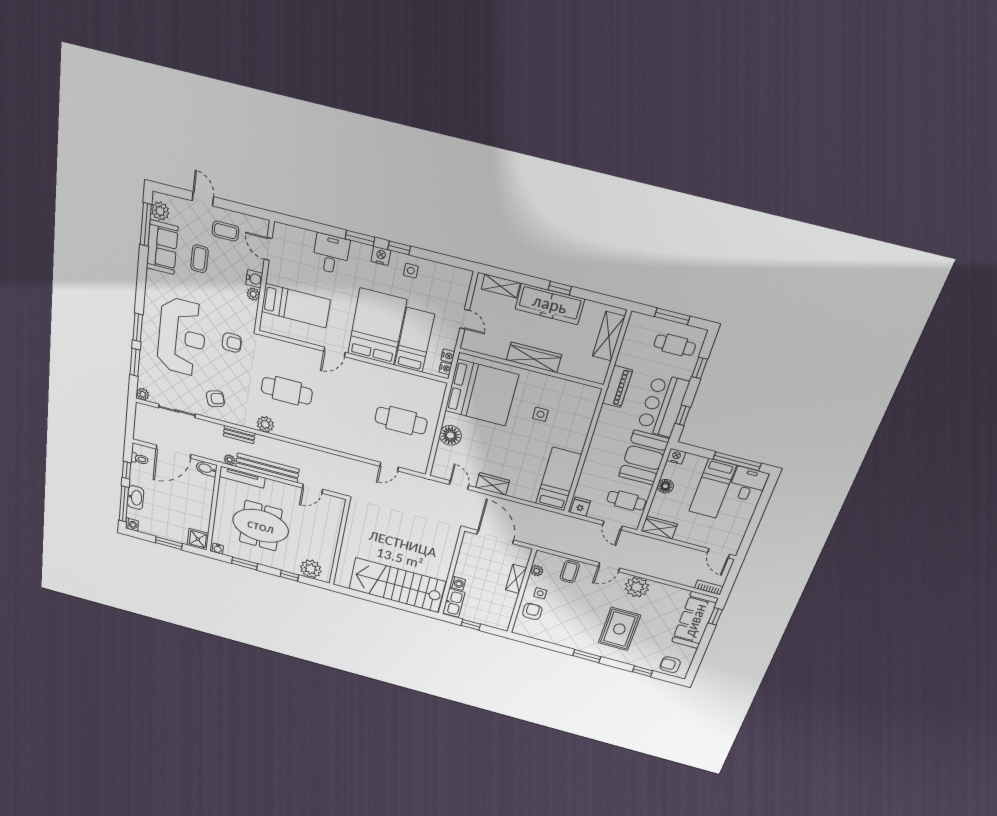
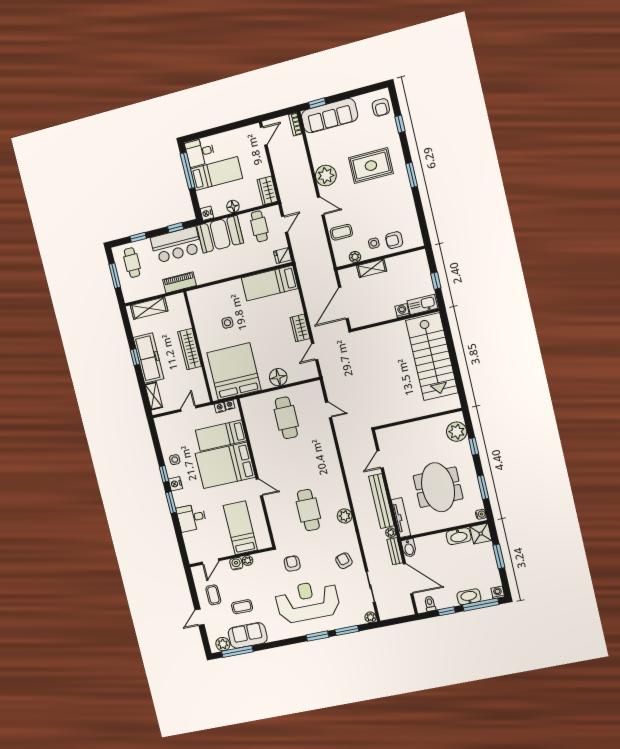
bench: (239, 435) -> (395, 551), moved
door: (313, 489) -> (380, 459), swing flipped
washbasin: (202, 519) -> (459, 536), added

